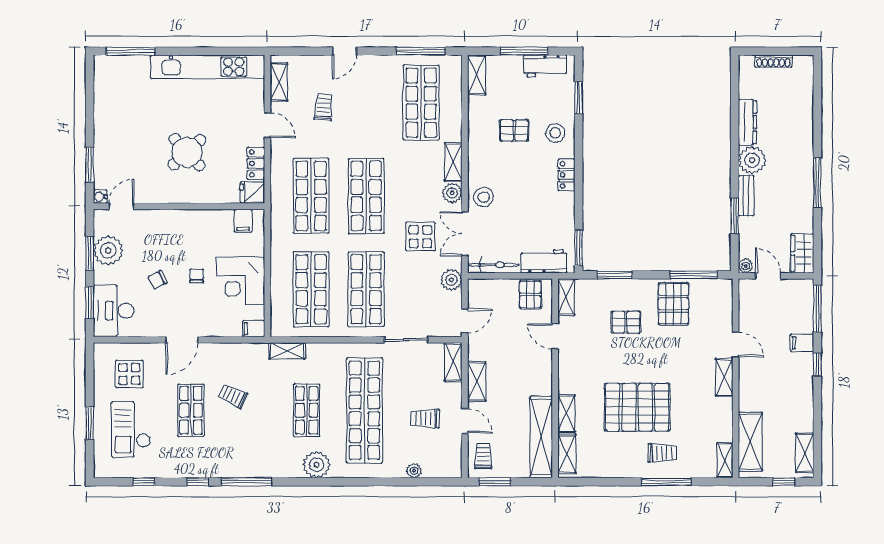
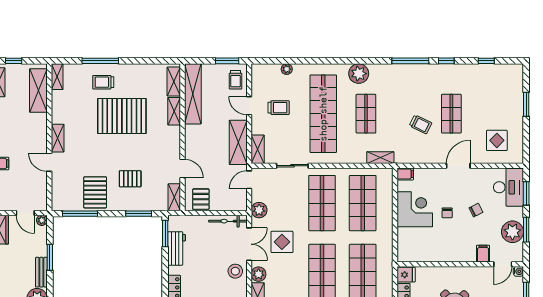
filing cabinet: (243, 221) -> (483, 254), moved
workbench: (544, 261) -> (177, 248), moved, turned -90
shelving: (477, 381) -> (238, 142), width x1.50, depth x1.33
checkout: (131, 429) -> (496, 100), removed

